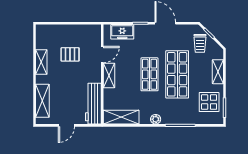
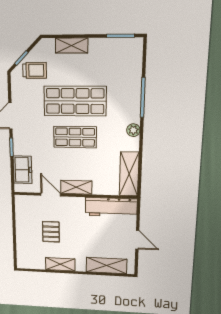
display table: (209, 102) -> (112, 58), removed

